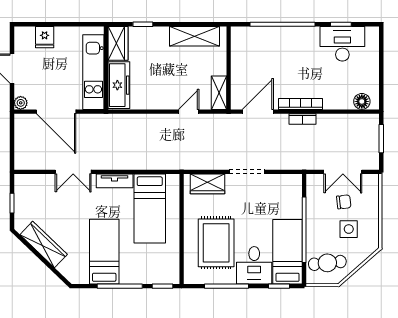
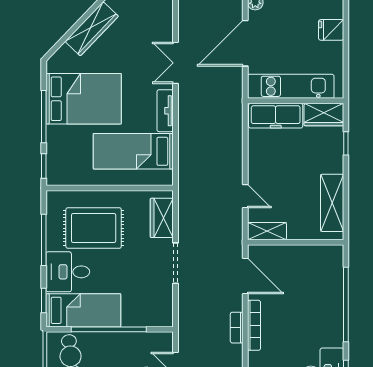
bed: (104, 252) -> (84, 99), width x1.50

